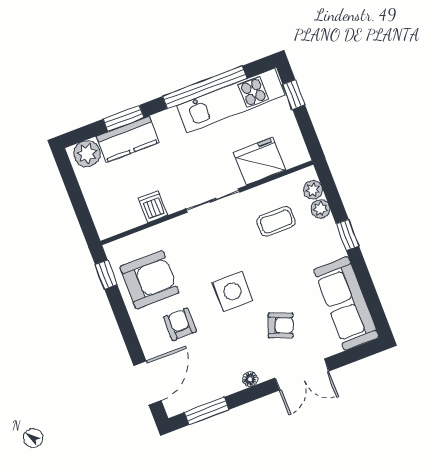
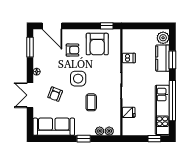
fridge: (259, 161) -> (129, 112), width x0.53, depth x0.75
coffee table: (276, 221) -> (91, 102), moved

